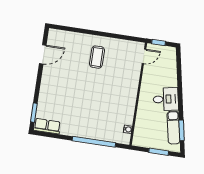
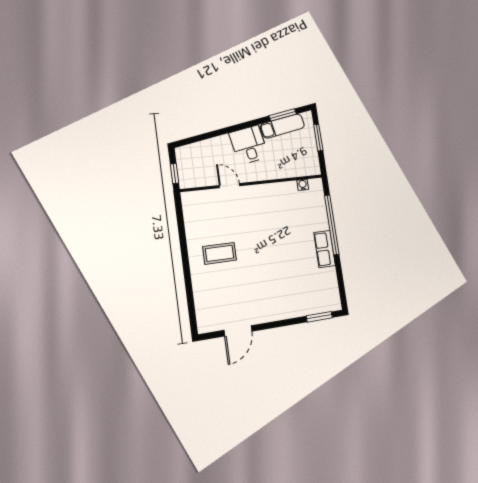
door: (43, 54) -> (238, 331), swing flipped
door: (144, 56) -> (230, 186), moved
row of seats: (47, 126) -> (325, 249), moved

